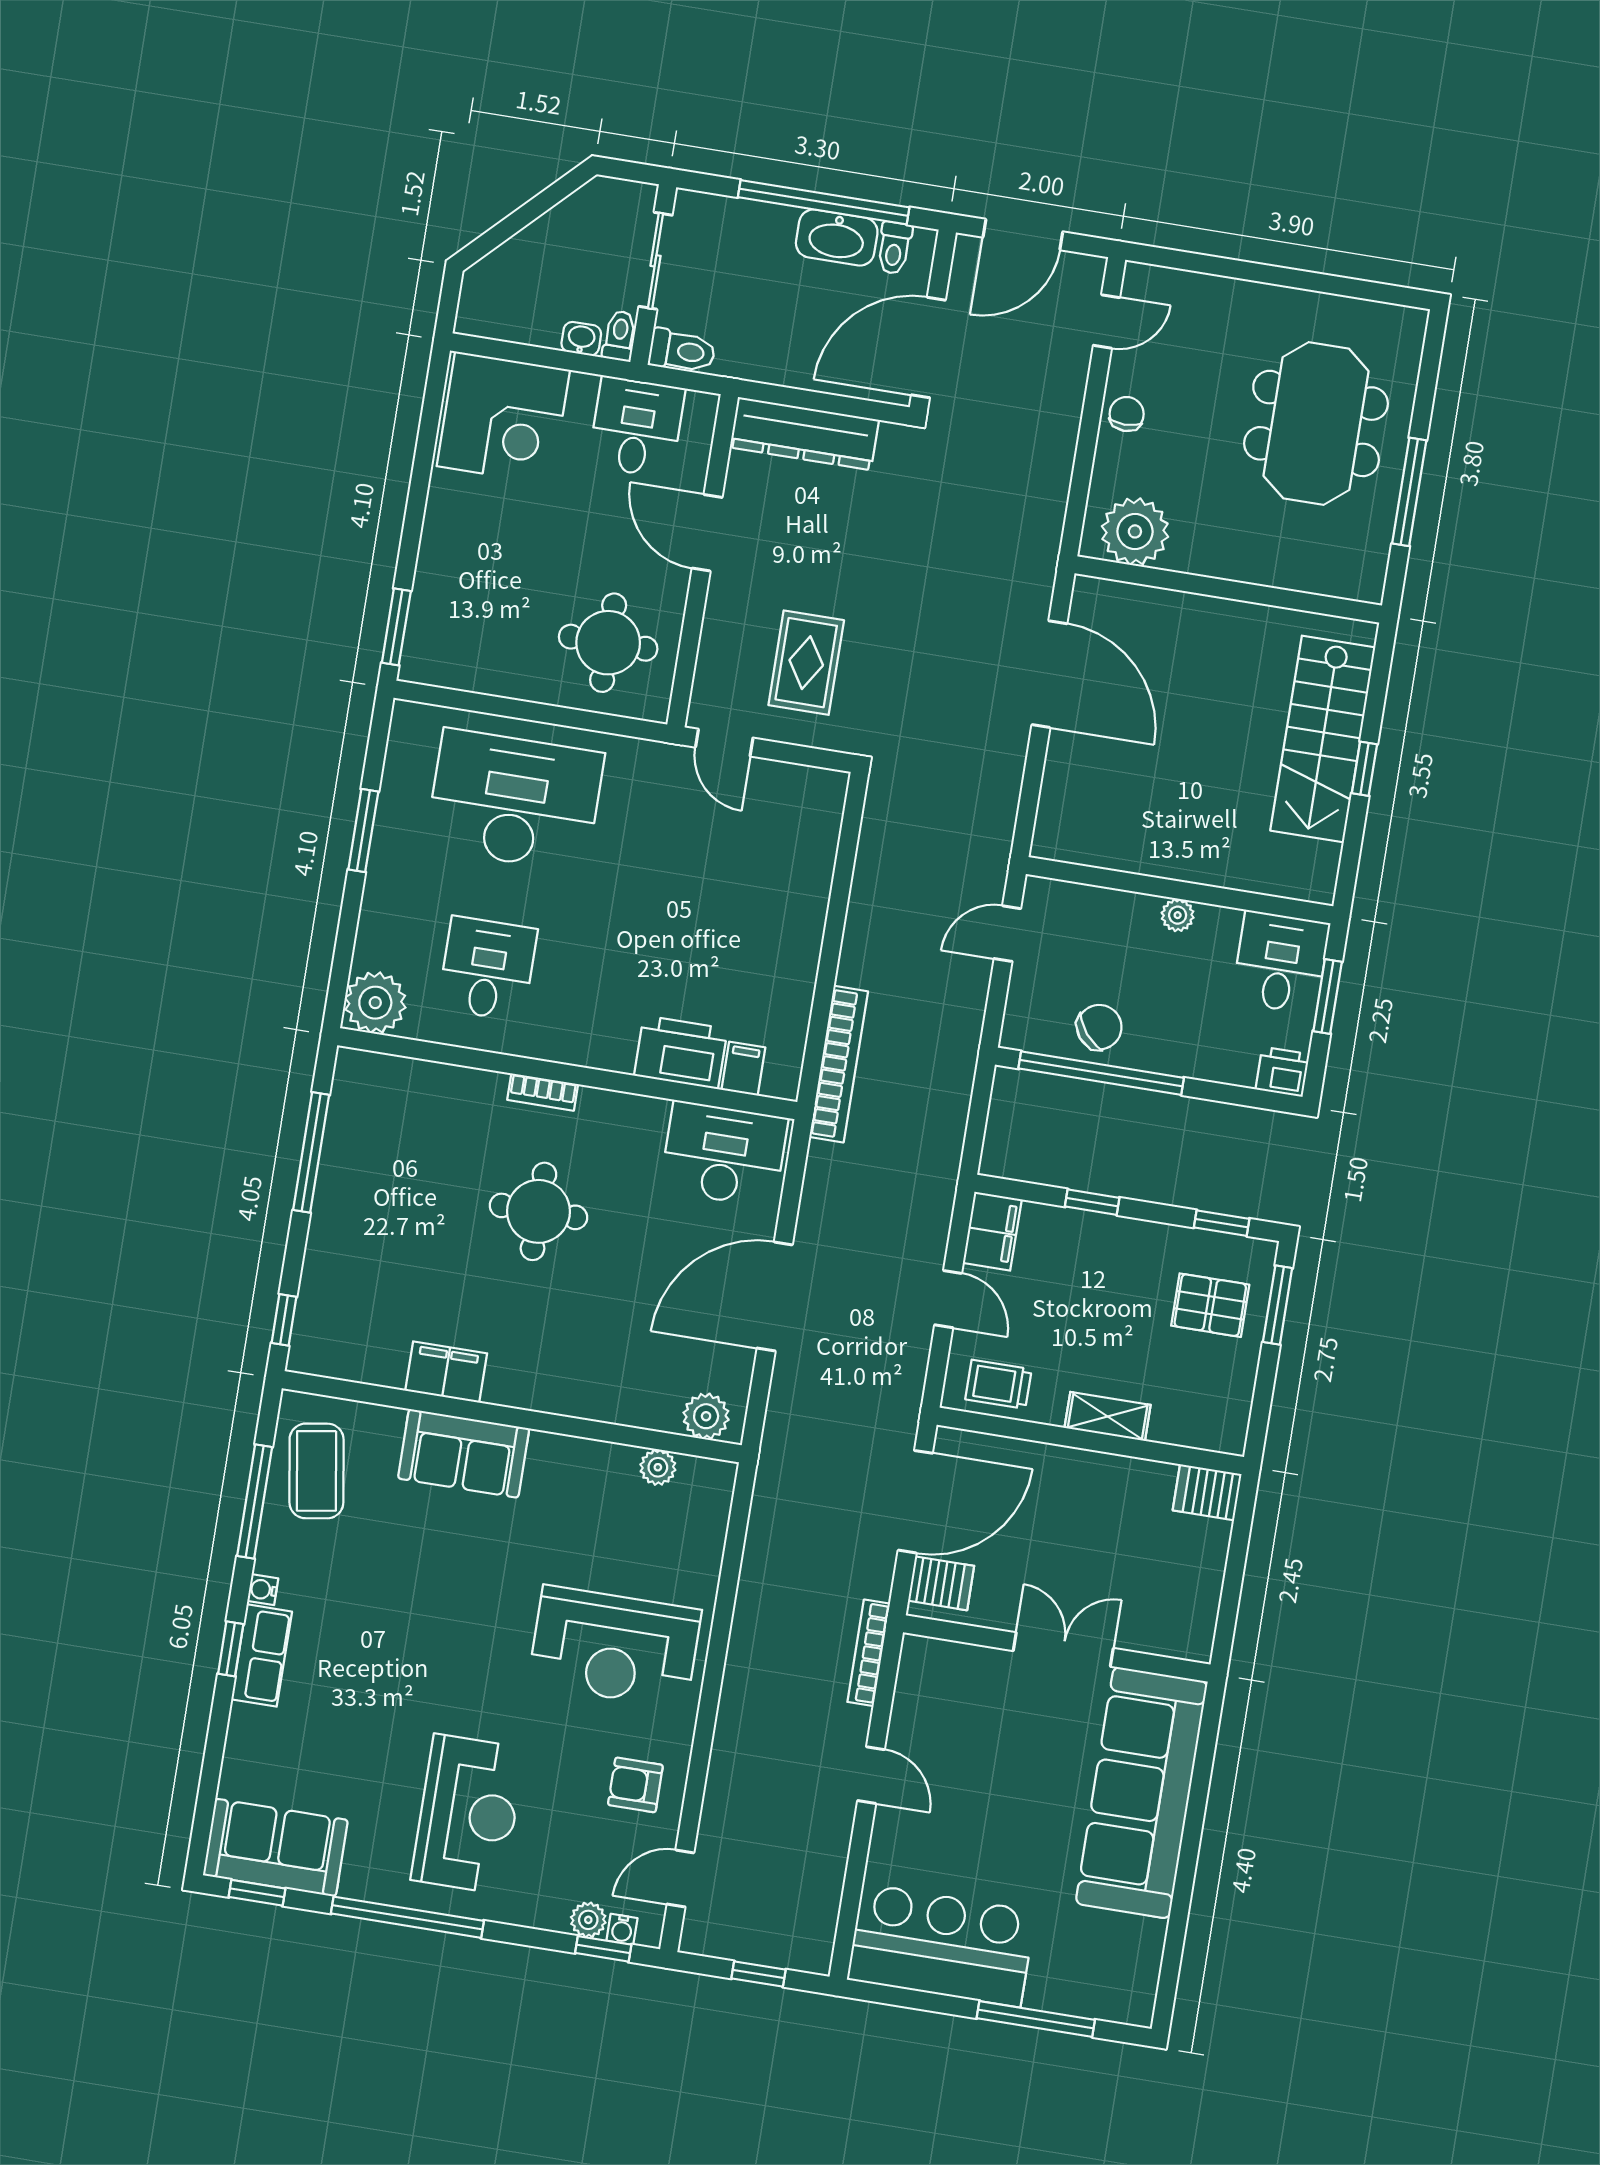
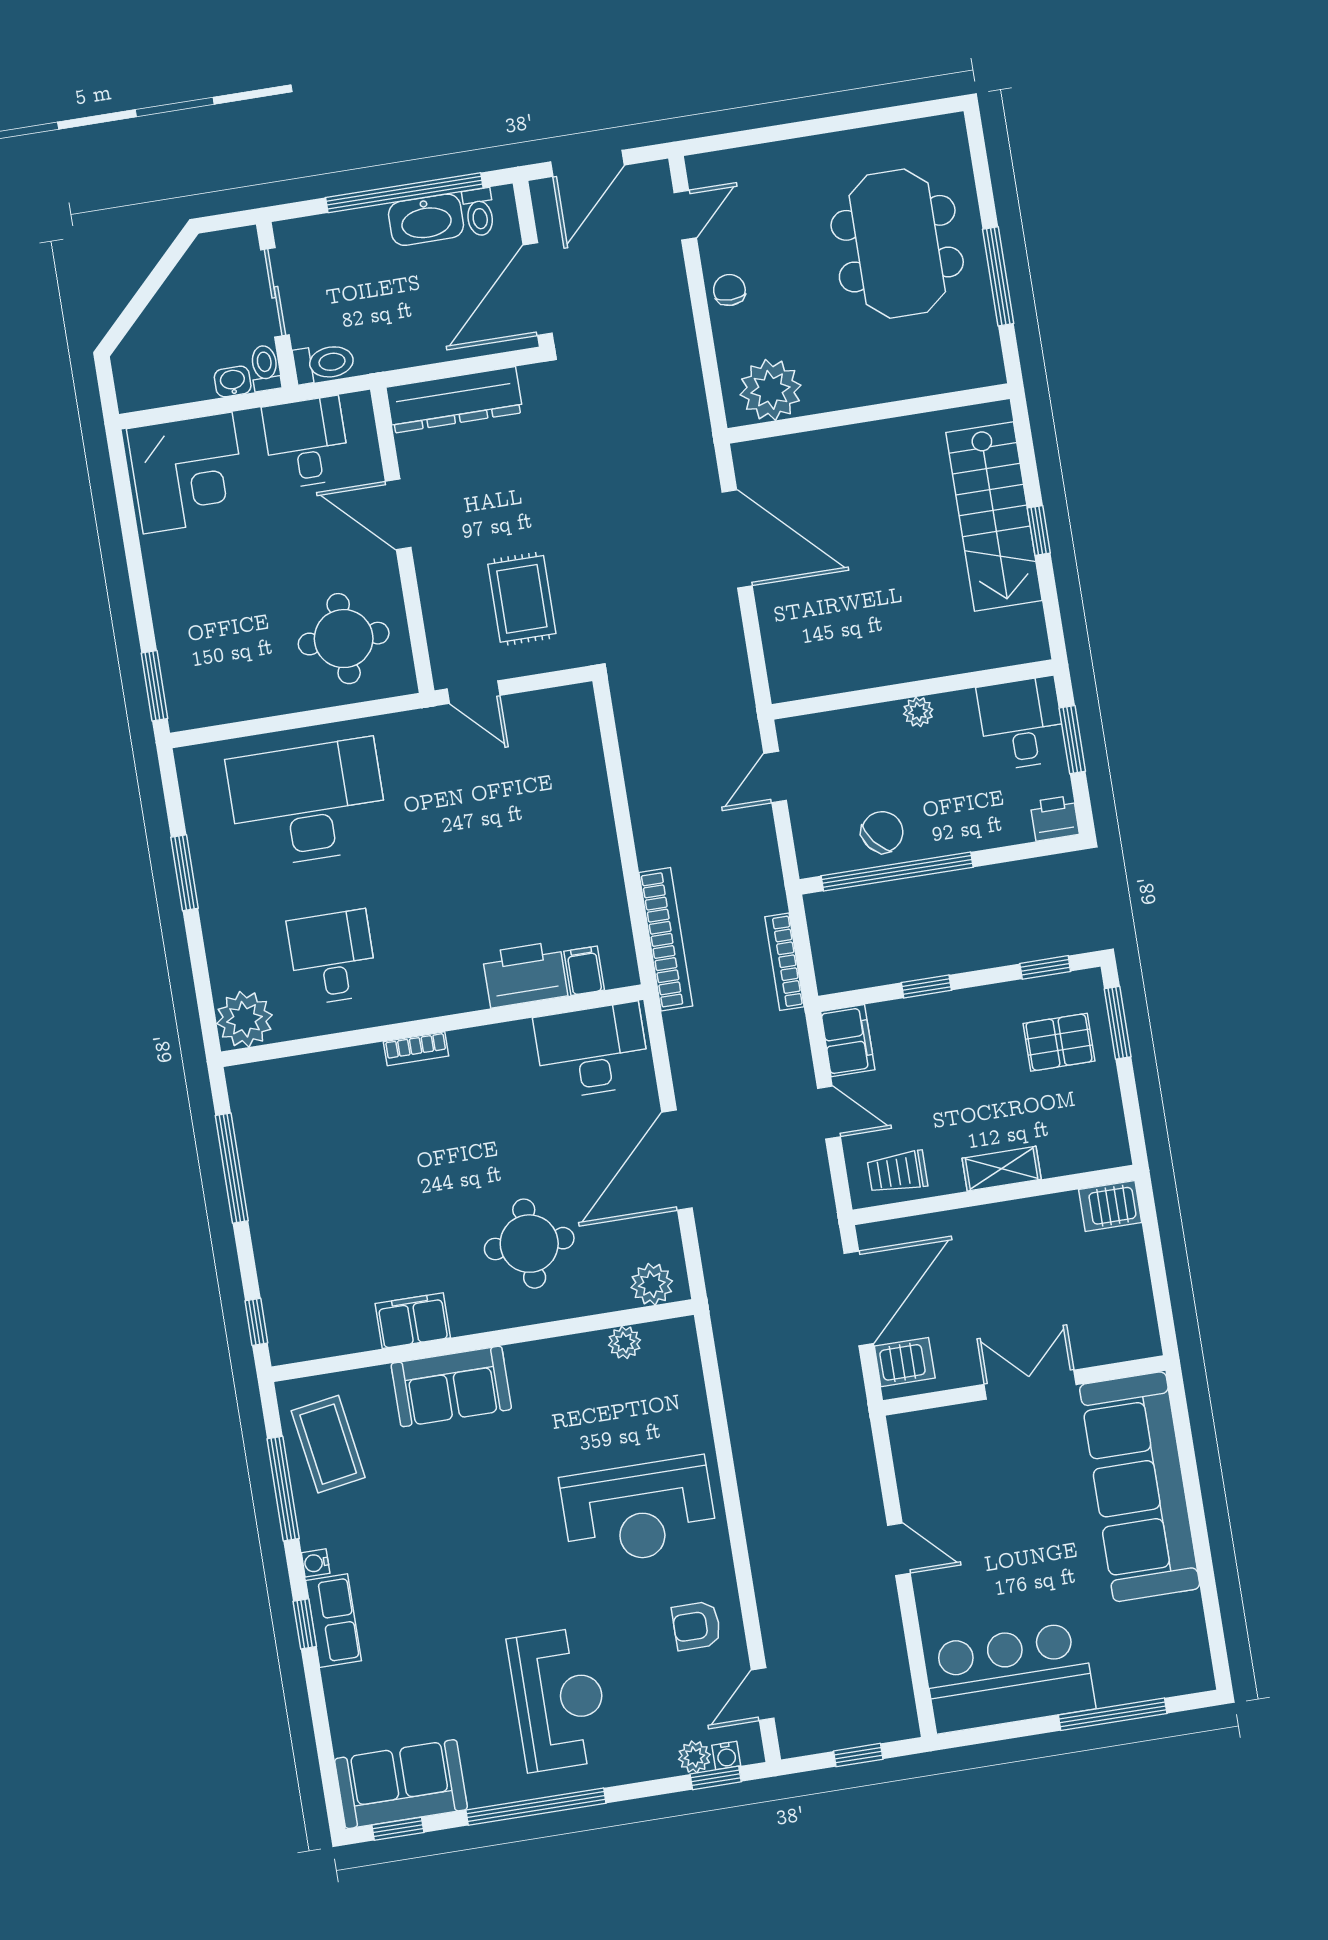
round table: (538, 1211) -> (529, 1244), moved
bookcase: (869, 1653) -> (784, 962), moved

